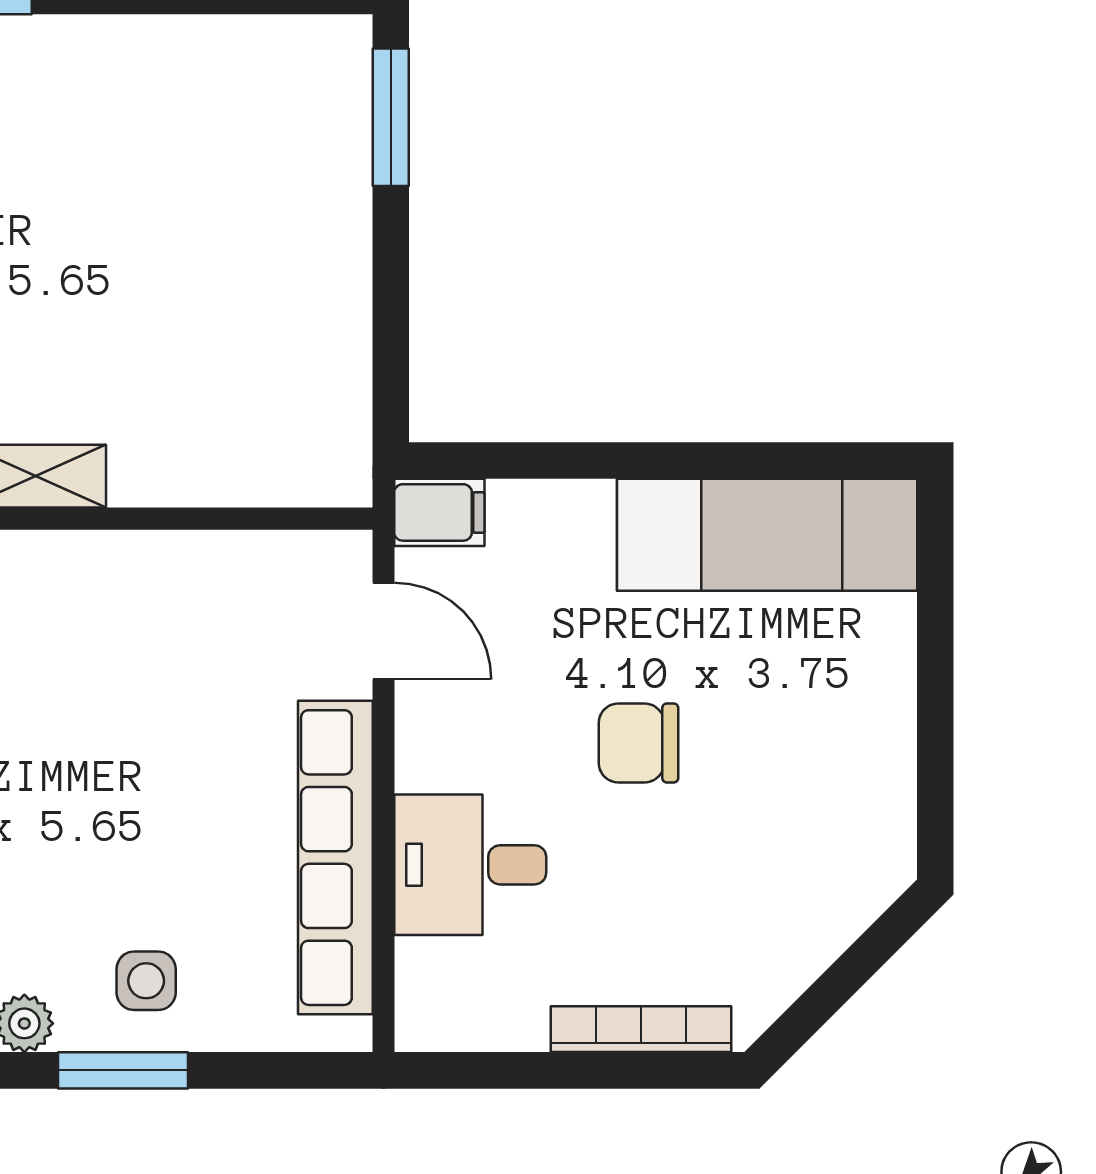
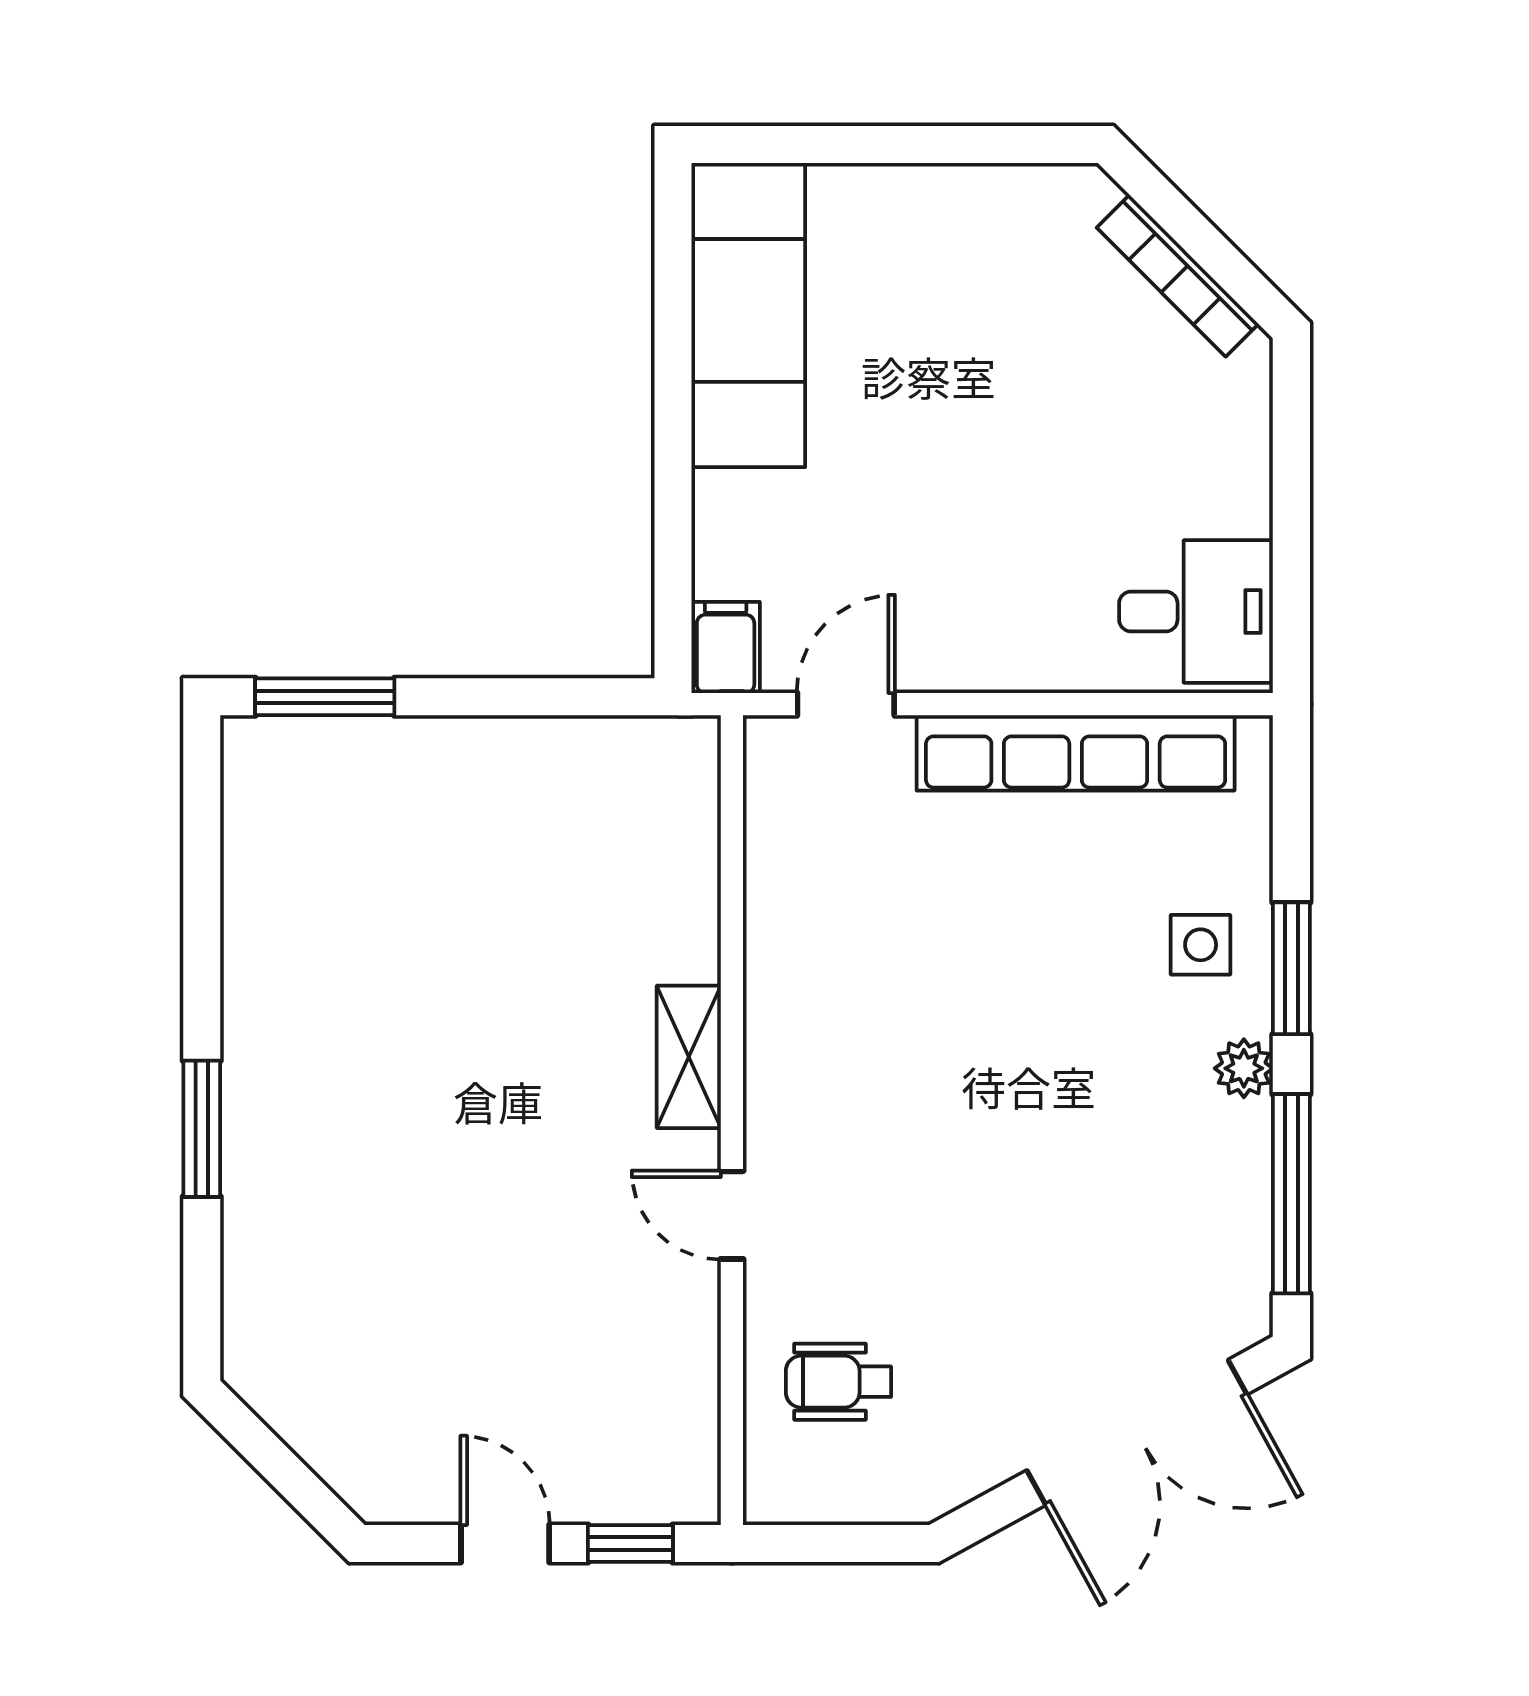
chair: (639, 743) -> (959, 445), removed
desk: (470, 865) -> (1196, 611), moved, turned -90
bookcase: (641, 1029) -> (1178, 276), moved, turned -45

